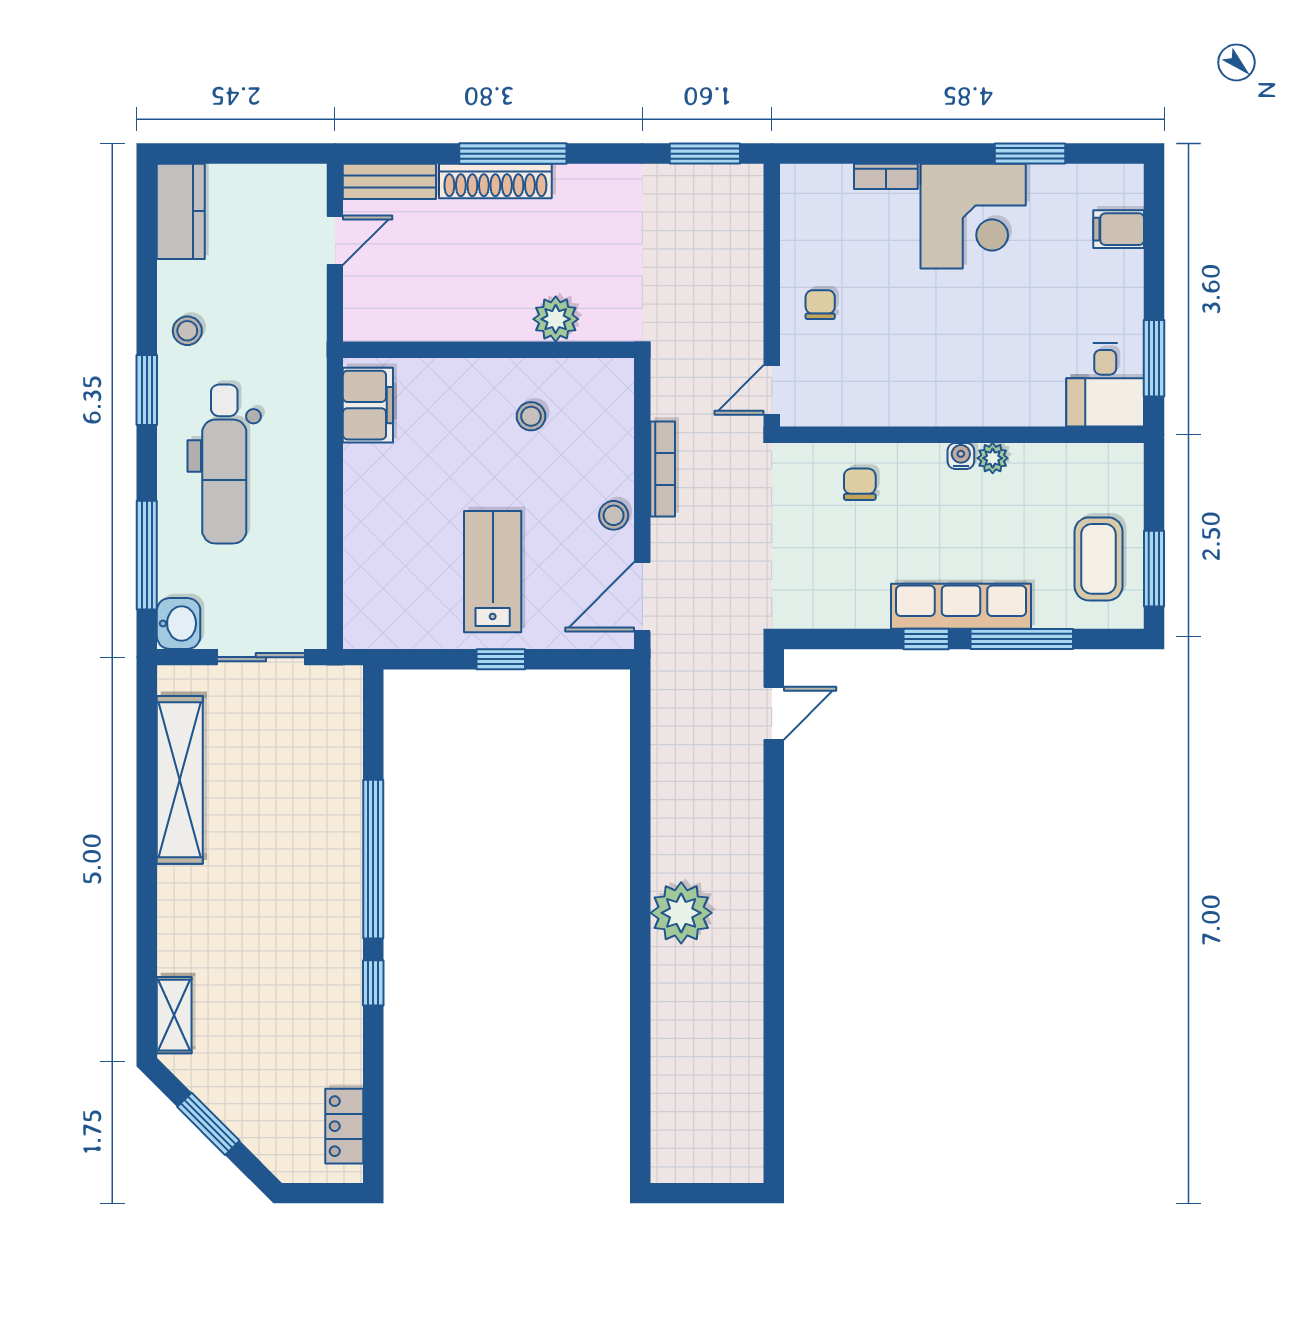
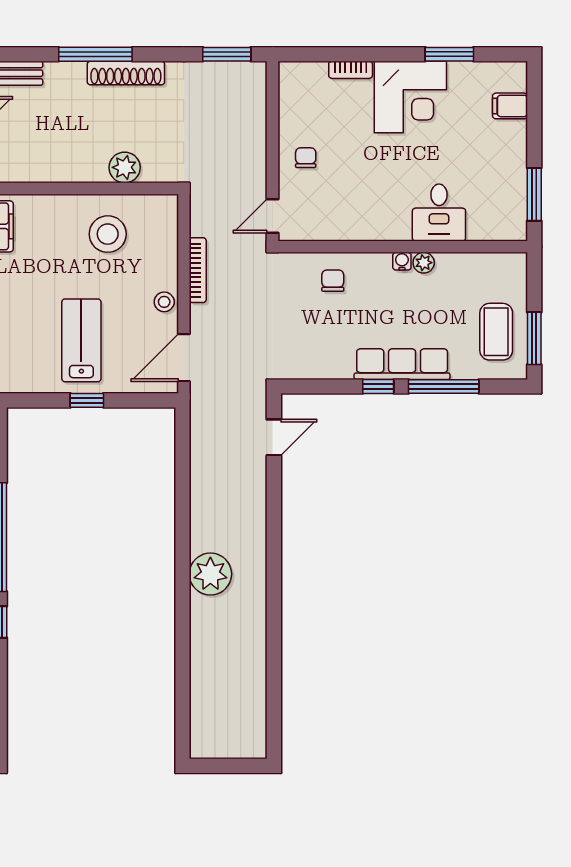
shoe rack: (495, 181) -> (126, 73), moved
desk: (1105, 385) -> (439, 213), moved
stool: (531, 416) -> (108, 234), width x1.89, depth x1.89

